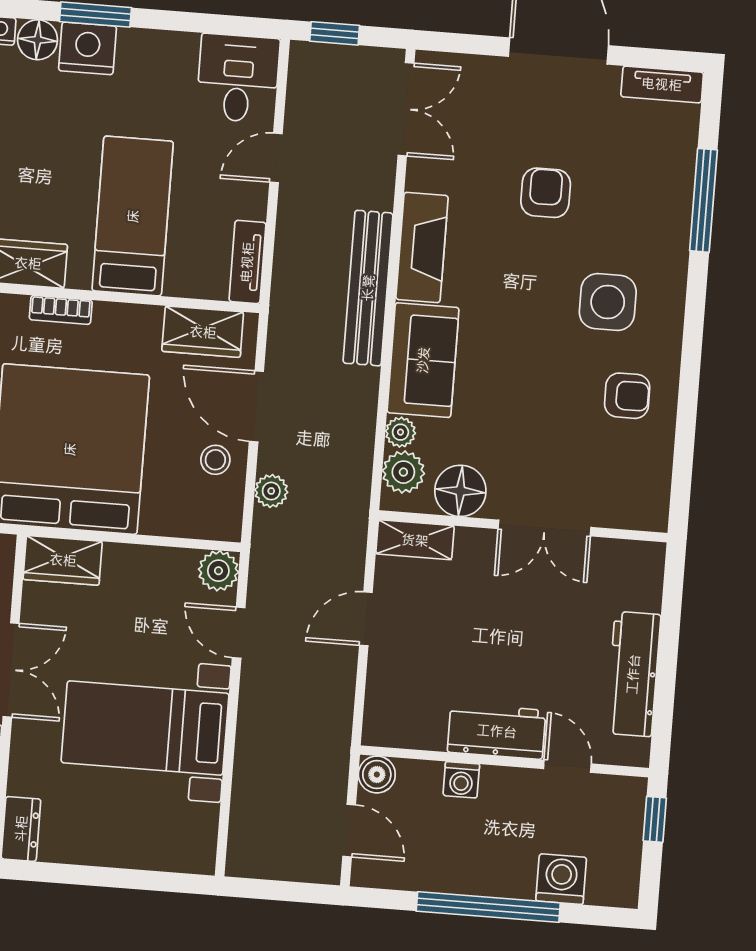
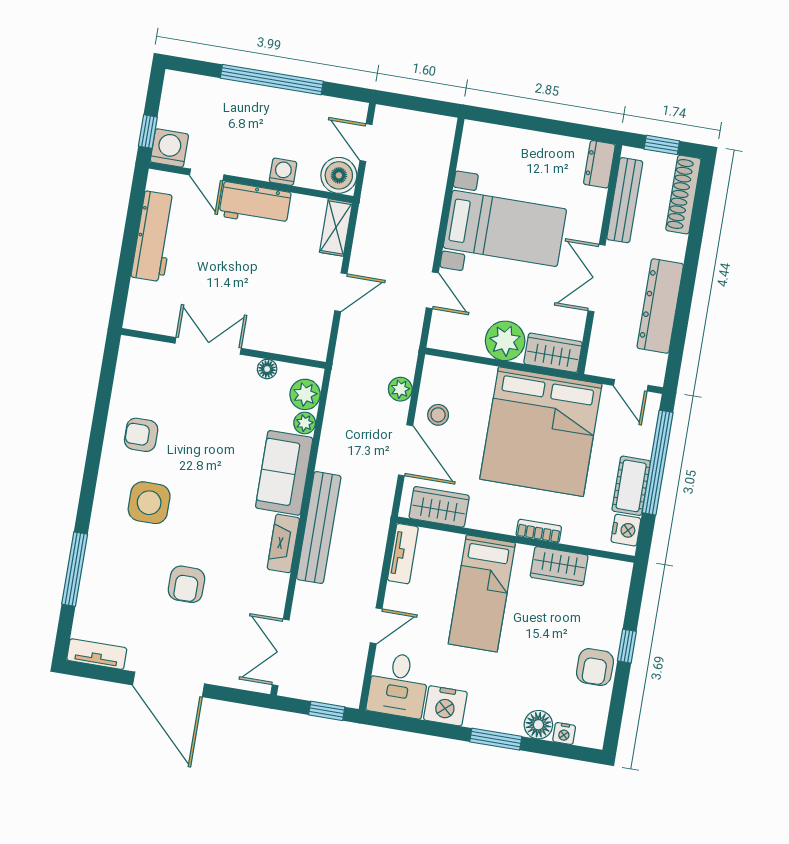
nightstand: (87, 48) -> (445, 706), moved
fireplace: (422, 247) -> (283, 543), width x0.73, depth x0.76
floor lamp: (460, 491) -> (267, 369), width x0.53, depth x0.53
shelving: (415, 540) -> (336, 227), moved, turned 90
plant: (218, 571) -> (505, 341), moved, width x1.36, depth x1.36
boiler: (377, 775) -> (339, 175), width x1.36, depth x1.36
washing machine: (561, 879) -> (169, 148), moved, turned 180

